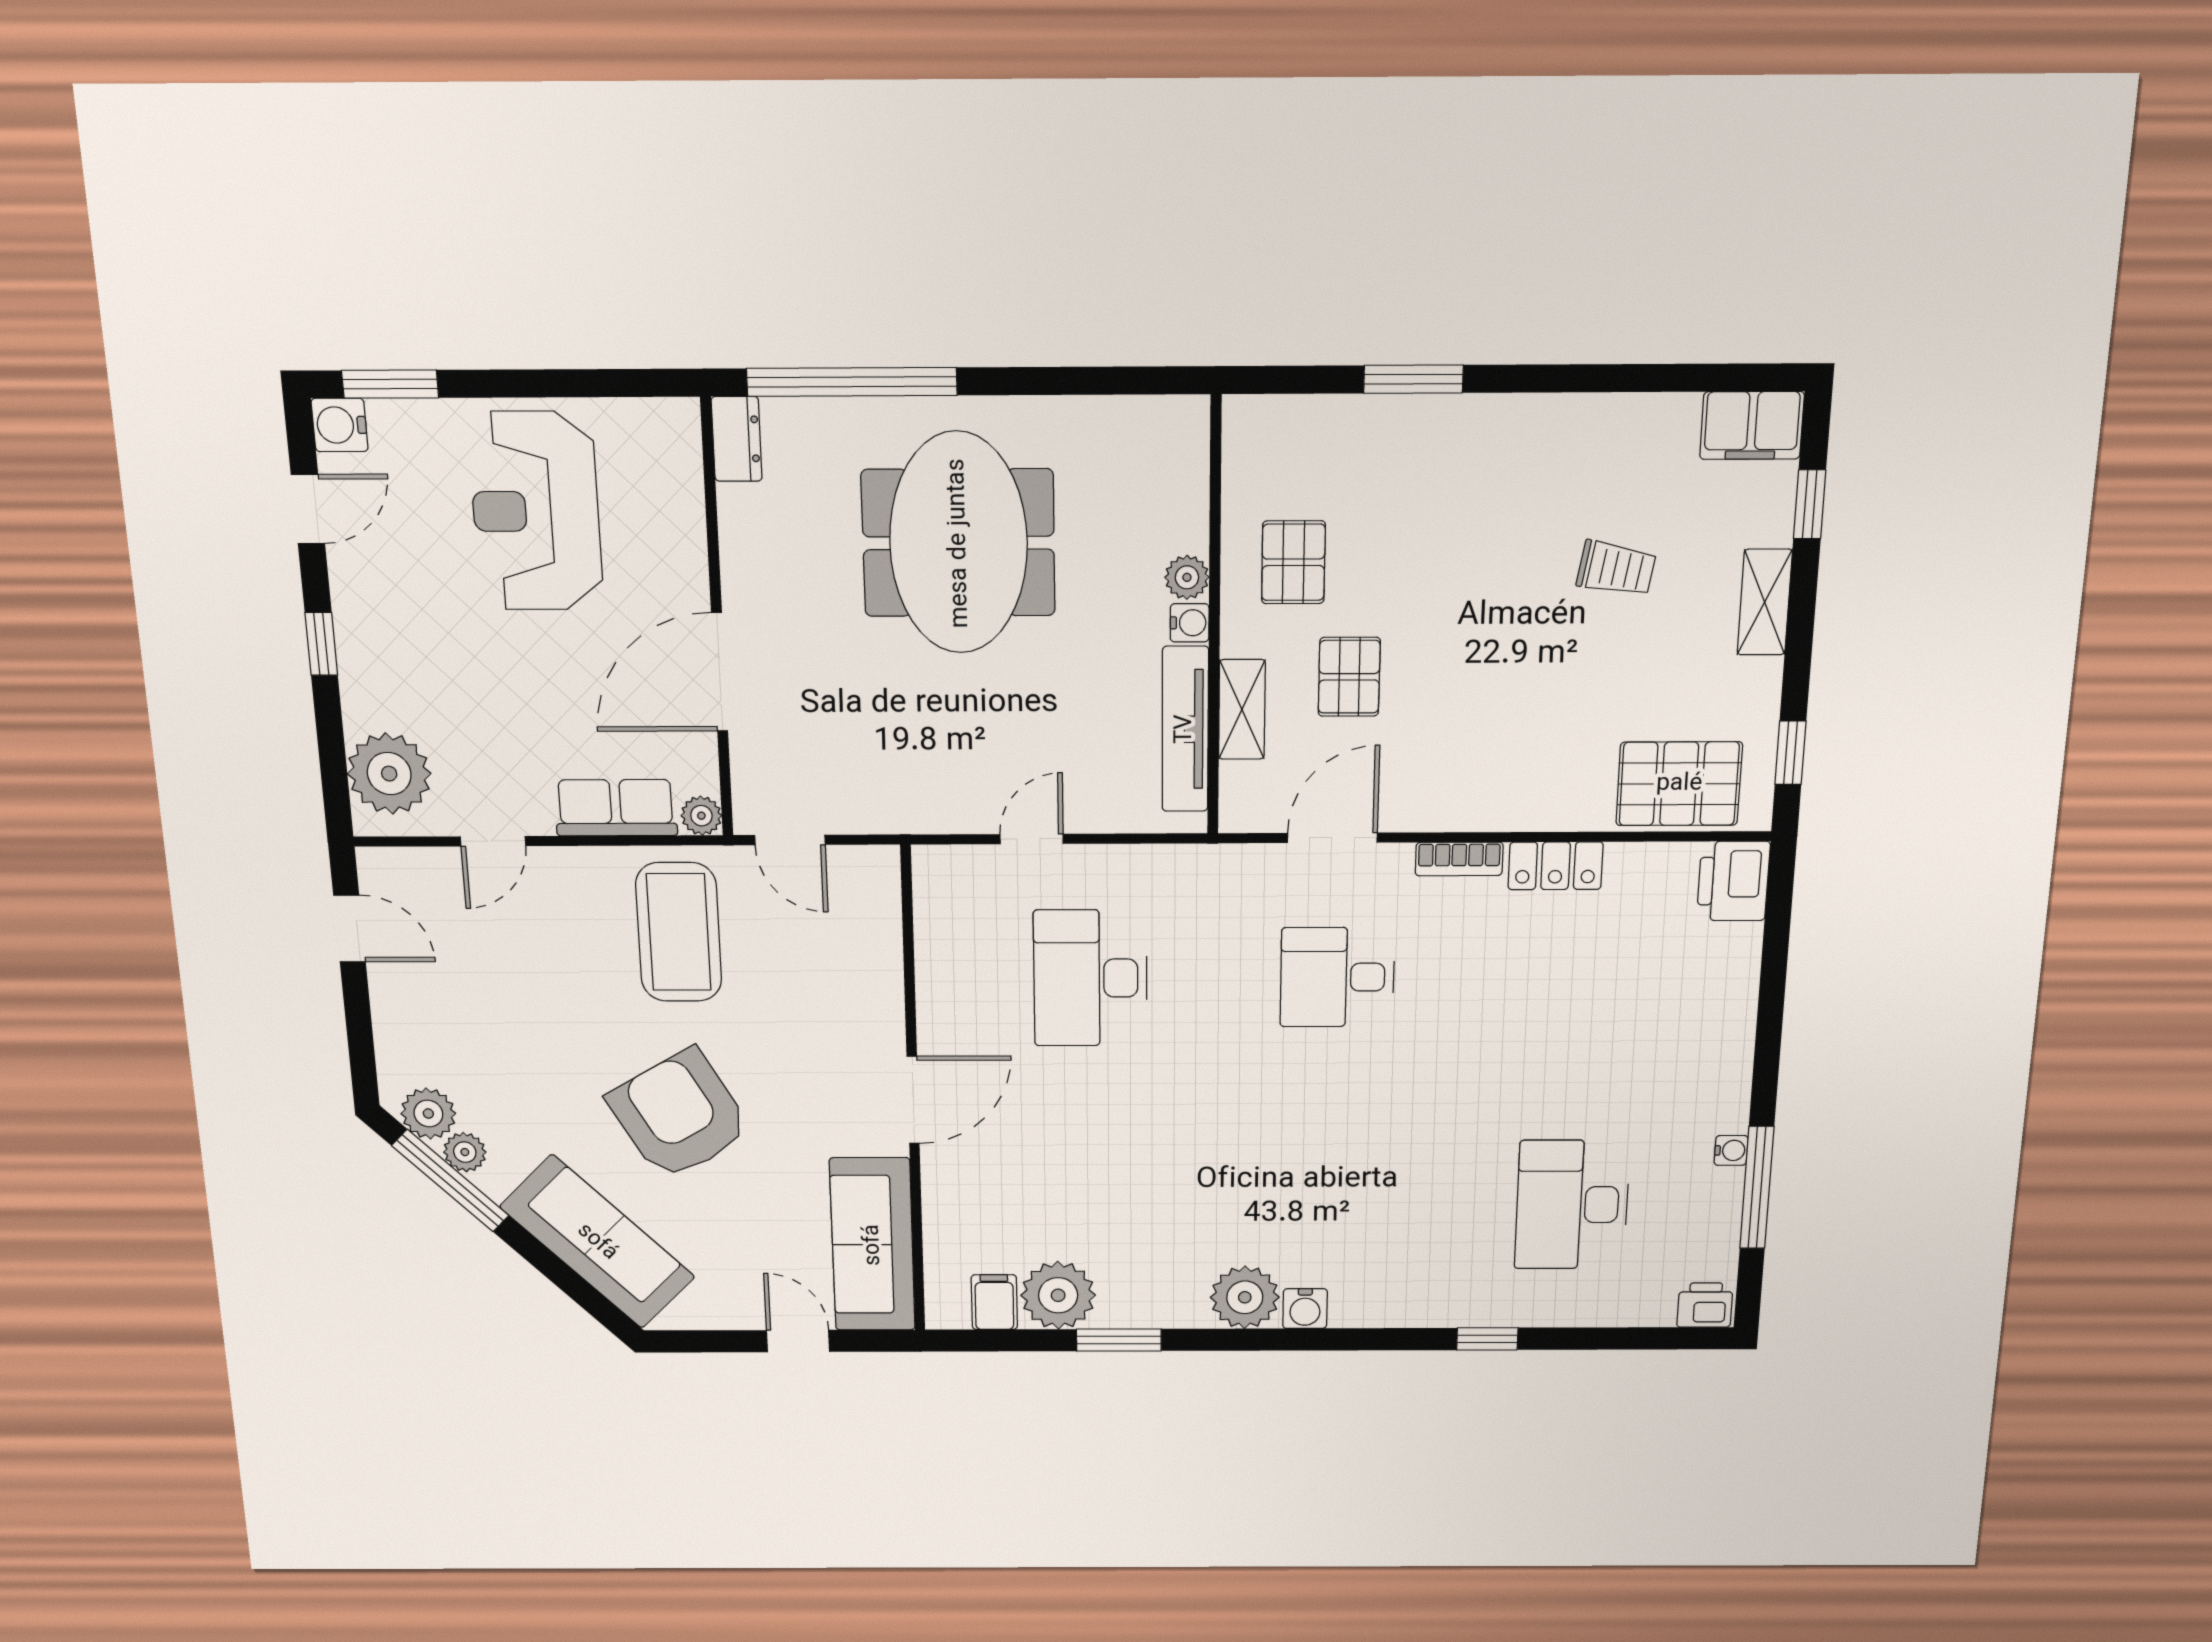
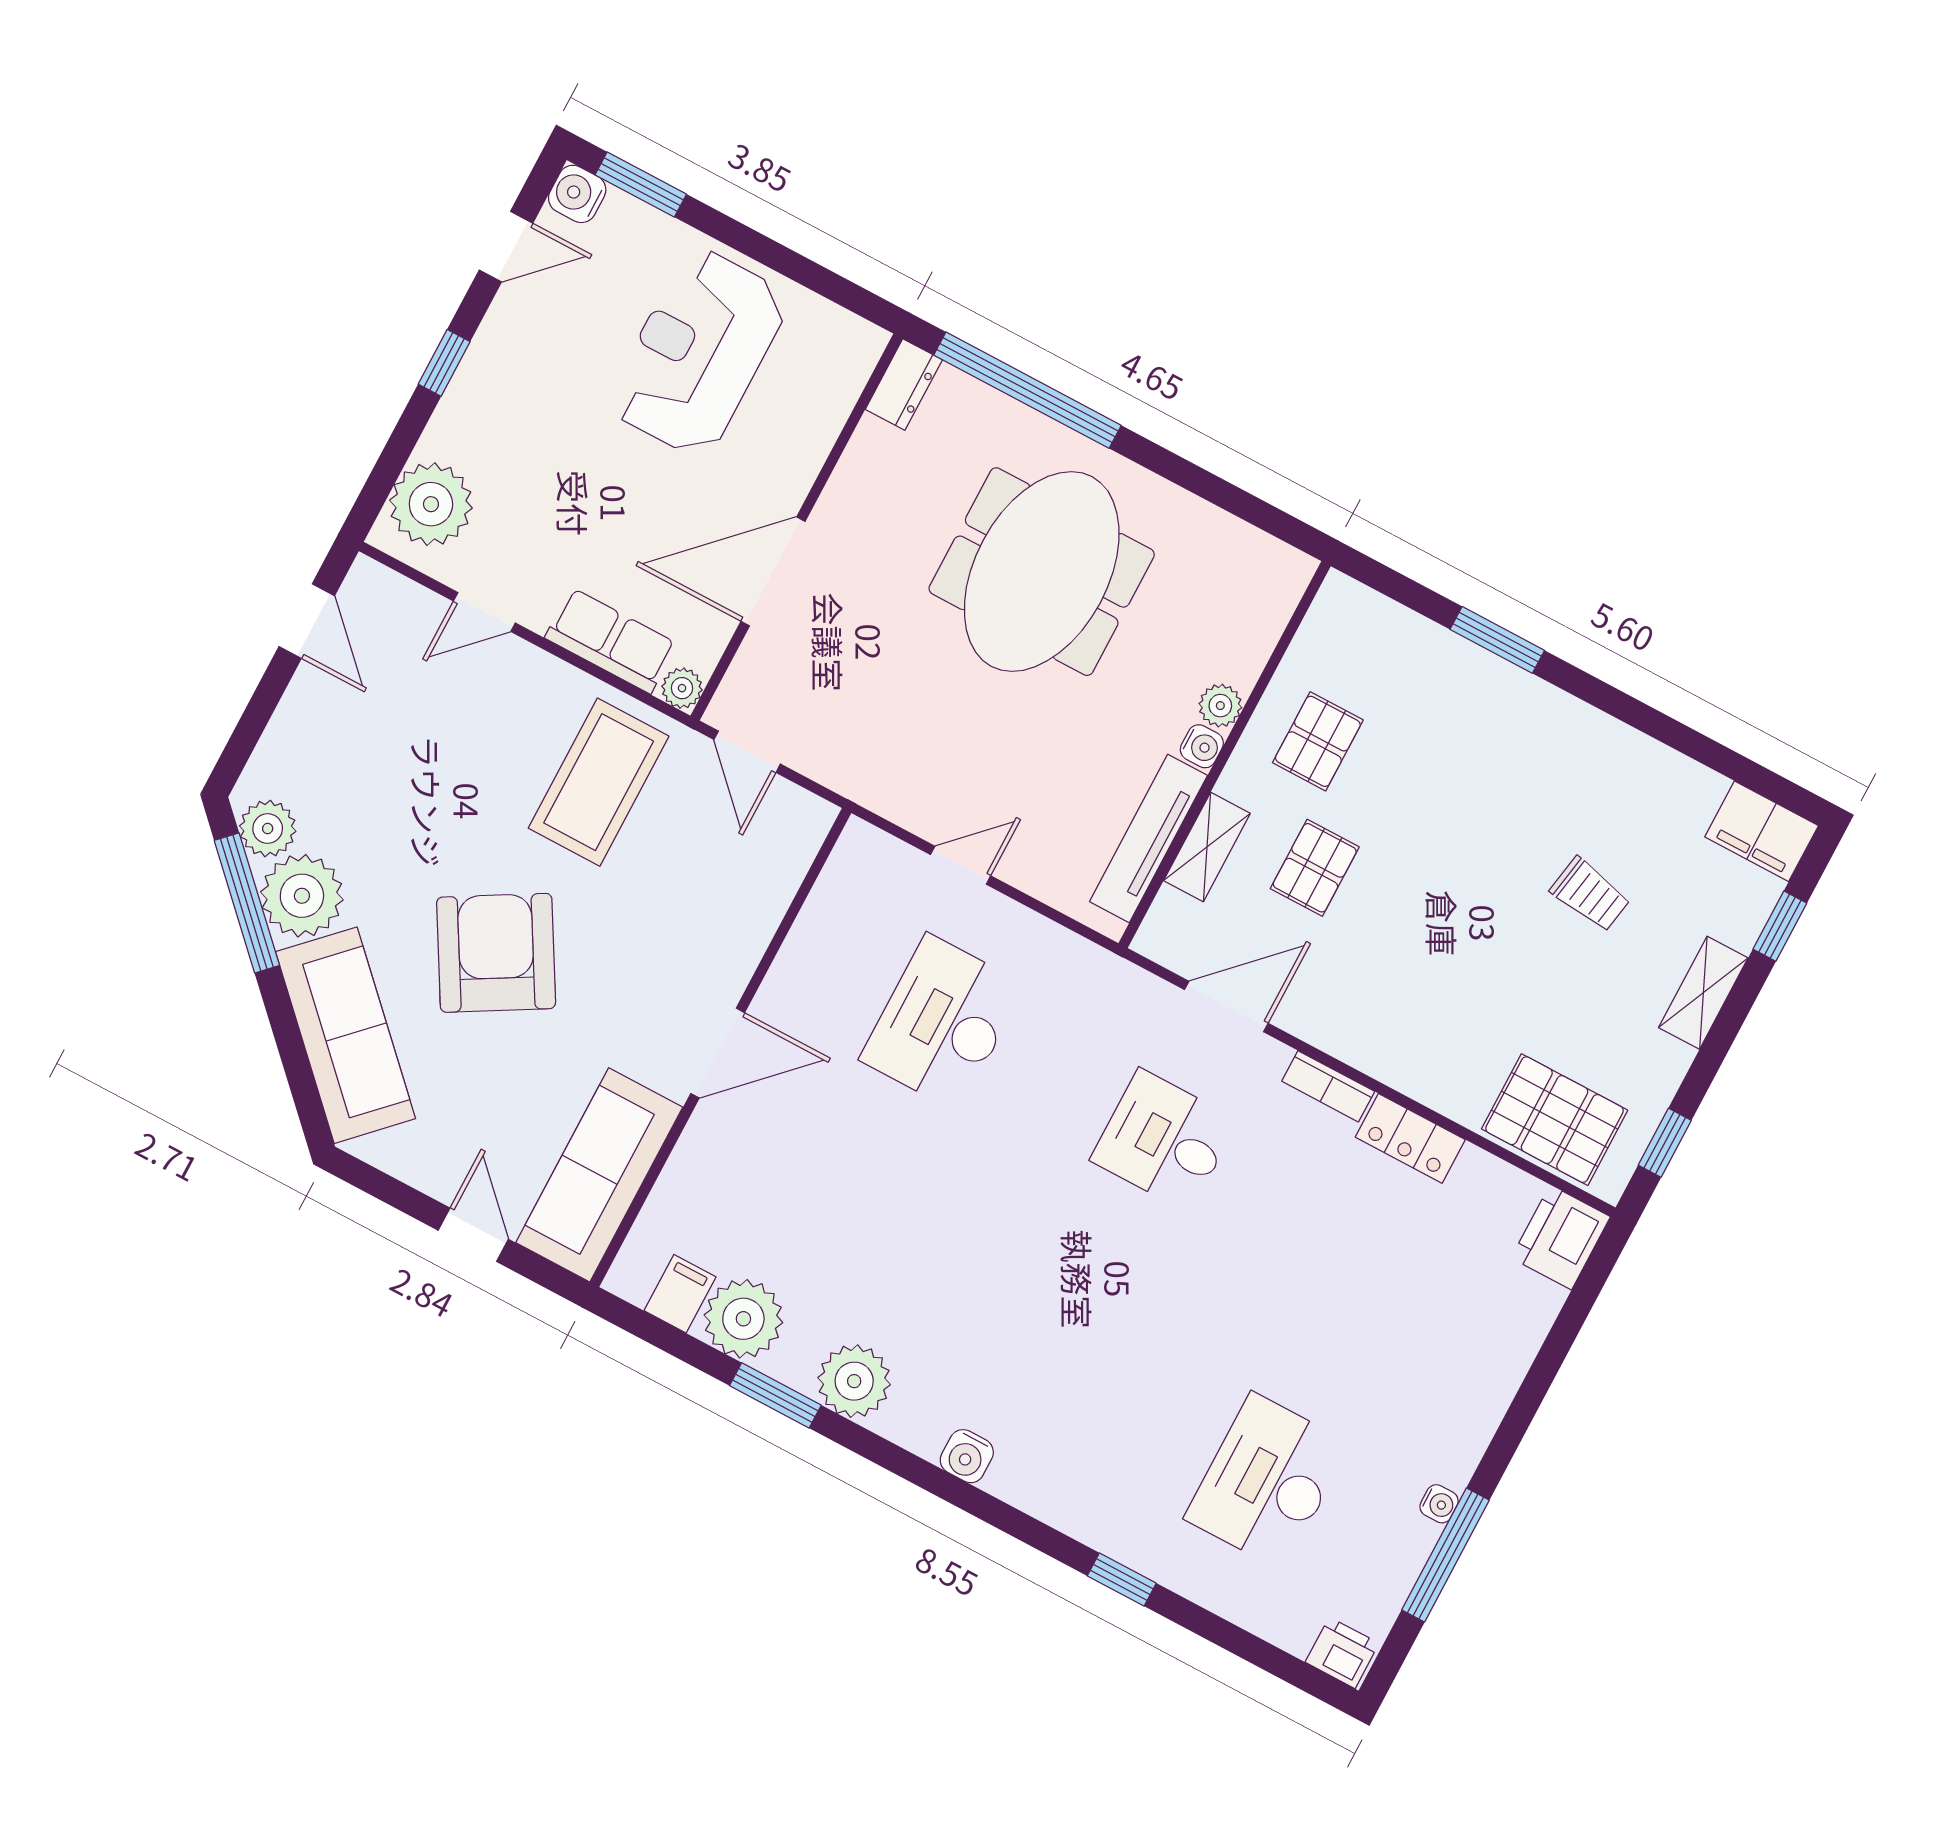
plant: (465, 1152) -> (302, 896), width x1.88, depth x1.88
plant: (1245, 1297) -> (854, 1381), moved

